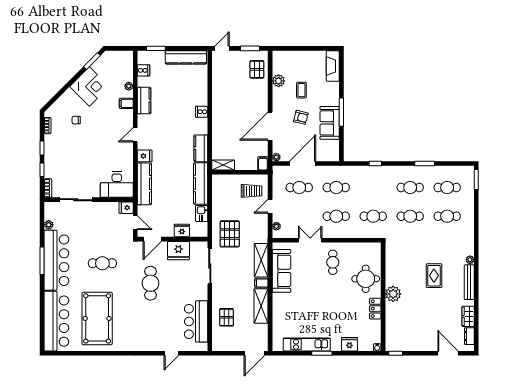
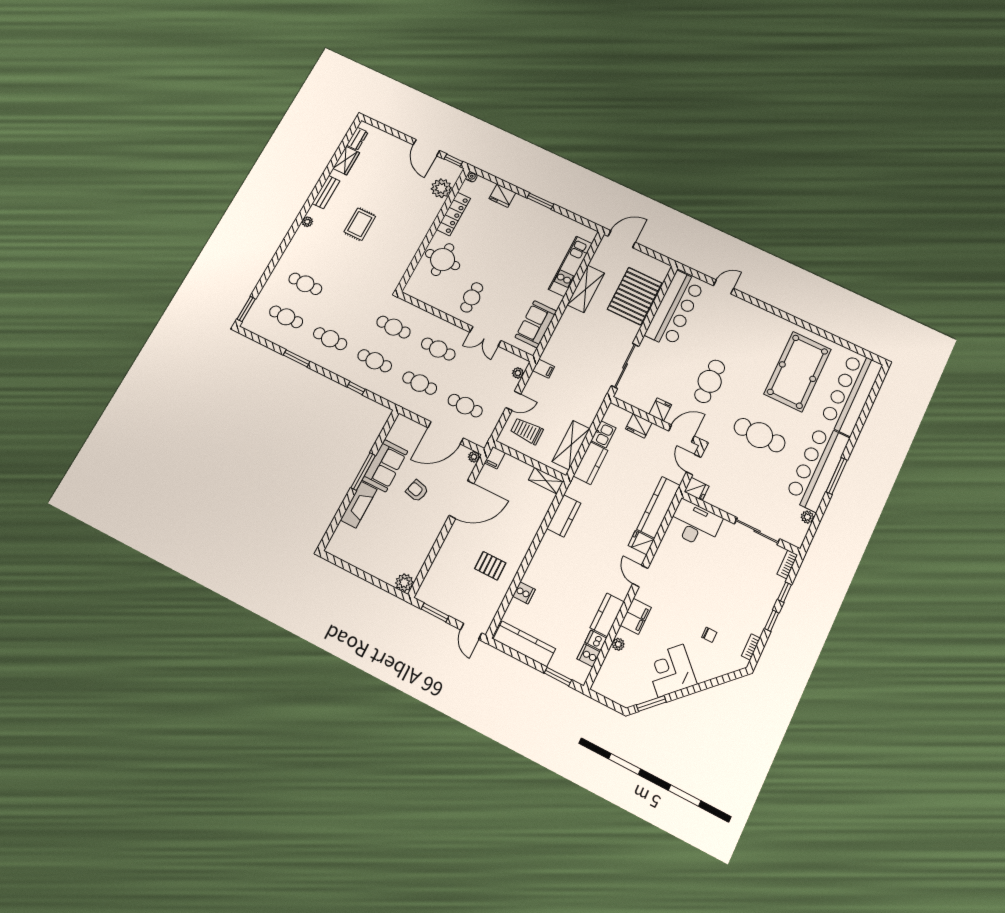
door: (222, 48) -> (471, 631), hinge flipped
fireplace: (333, 66) -> (359, 505), moved
pallet: (257, 69) -> (490, 566), moved, turned 90
plant: (279, 81) -> (404, 583), moved
dishwasher: (143, 82) -> (596, 640), added
coffee table: (301, 90) -> (398, 525), removed
filing cabinet: (126, 103) -> (636, 616), width x2.00
cooker: (202, 112) -> (524, 593), moved
door: (135, 135) -> (640, 576), swing flipped
kitchen counter: (201, 184) -> (591, 463), width x0.67
cafe table: (410, 216) -> (375, 361), moved
pallet: (230, 234) -> (581, 392), removed
fridge: (178, 251) -> (660, 409), width x0.53, depth x0.75
shelving: (261, 260) -> (571, 445), moved
cafe table: (102, 263) -> (760, 435), width x1.37, depth x1.35
sofa: (281, 271) -> (536, 324), width x0.73
bench: (469, 282) -> (326, 192), width x0.73
filing cabinet: (261, 283) -> (544, 369), moved
plant: (393, 294) -> (441, 188), moved
locker: (375, 309) -> (453, 214), width x1.53
pallet: (227, 317) -> (635, 296), width x2.05, depth x2.00
bar counter: (196, 321) -> (675, 309), width x1.36
kitchen unit: (307, 344) -> (570, 266), moved, turned 90
door: (448, 353) -> (426, 148), moved

